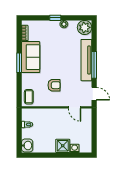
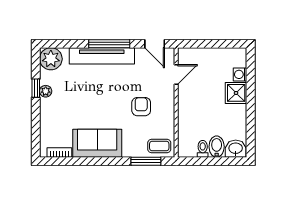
window: (55, 18) -> (36, 88), moved
window: (19, 63) -> (146, 161), moved
door: (94, 94) -> (155, 44), swing flipped
bidet: (28, 133) -> (217, 147), added

